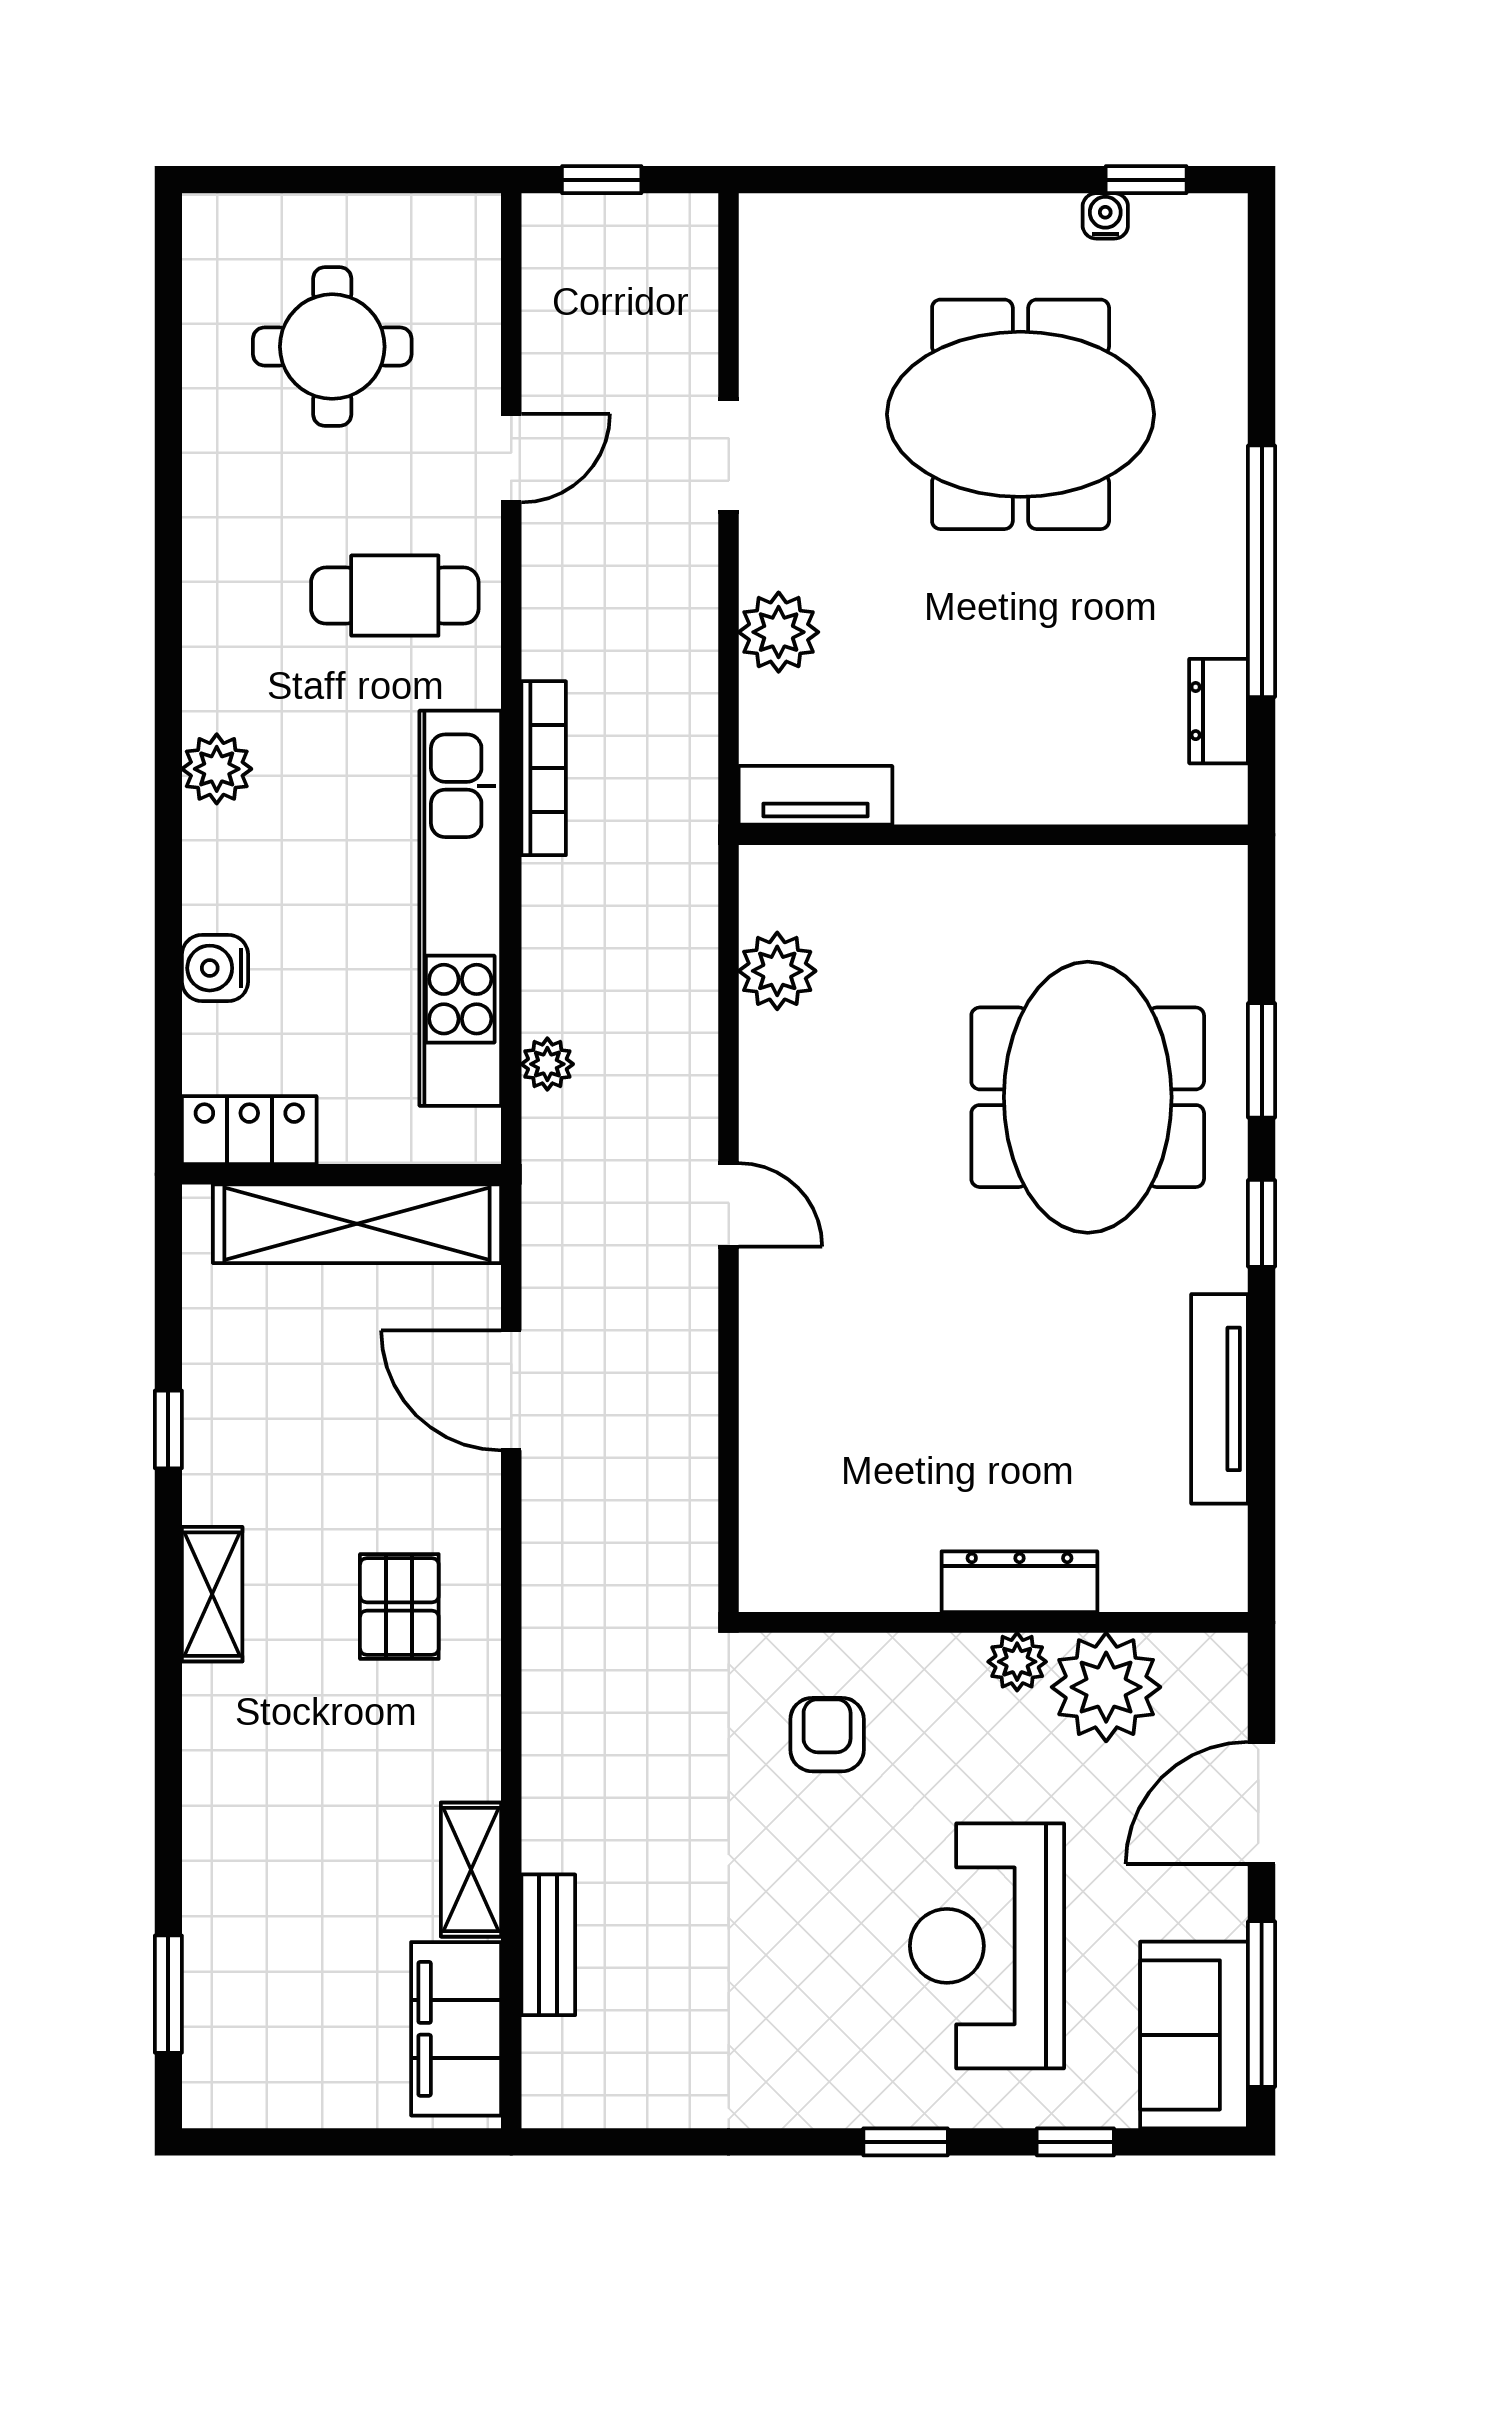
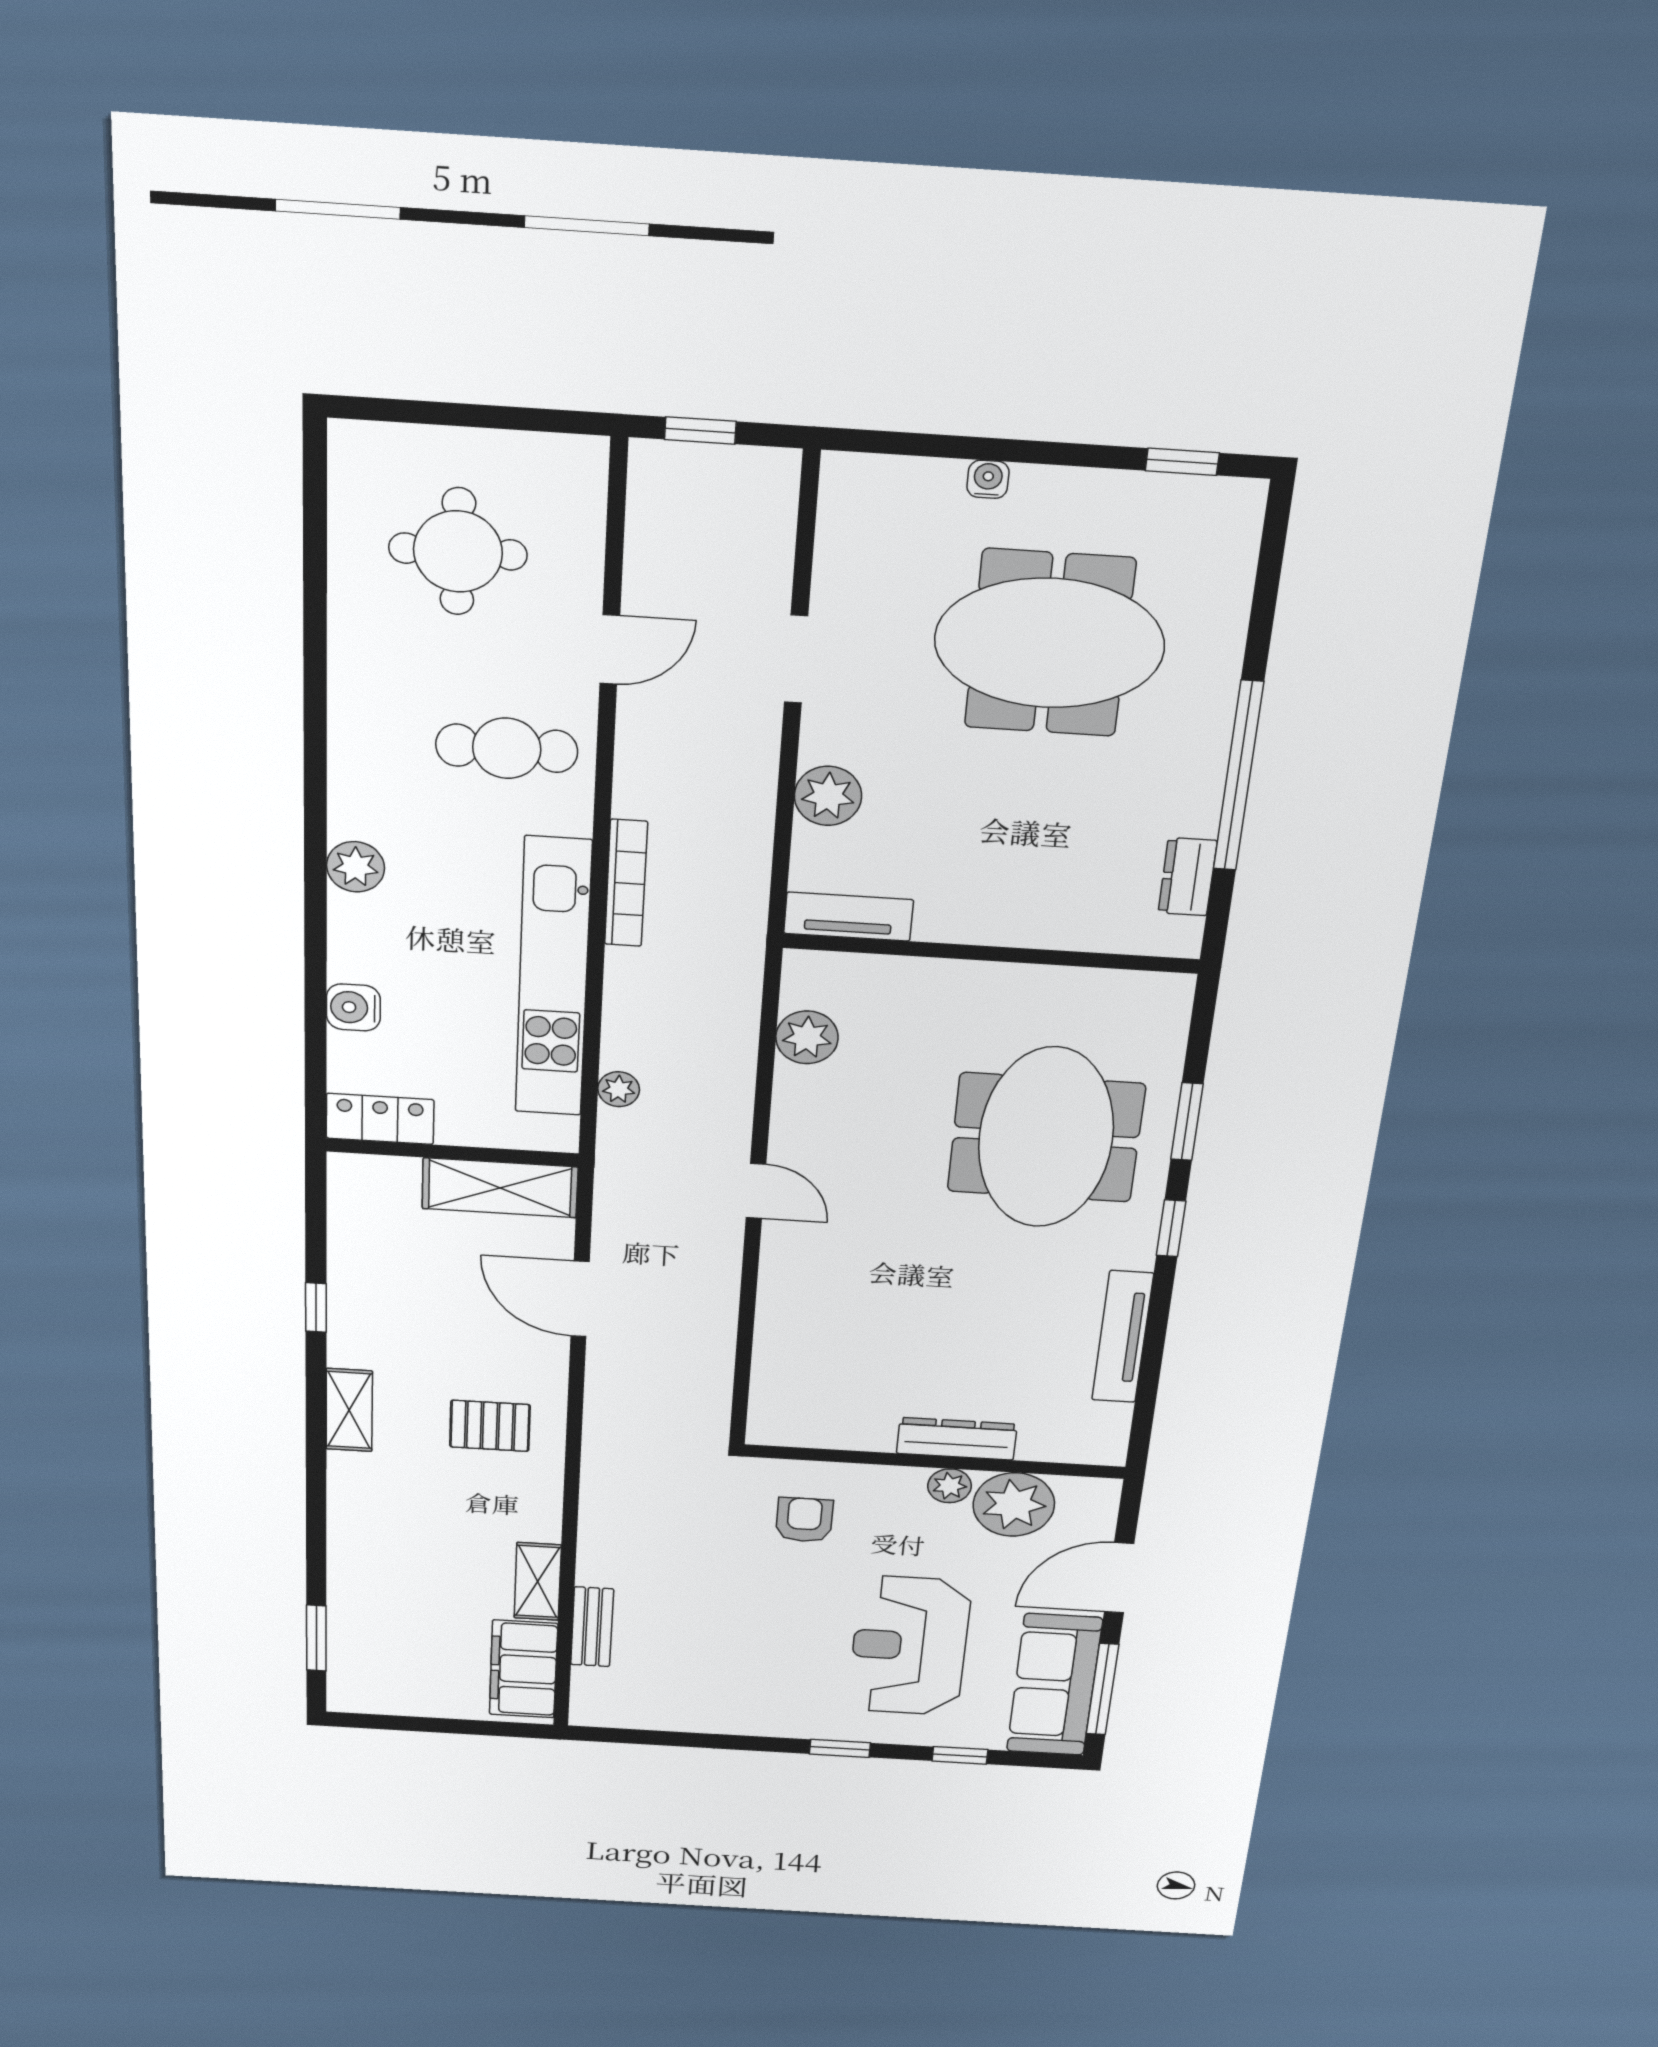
water cooler: (1105, 216) -> (988, 479), moved
shelving: (357, 1224) -> (500, 1188), width x0.68
pallet: (399, 1607) -> (490, 1426), turned 90
sofa: (1194, 2035) -> (1054, 1685), width x1.36

